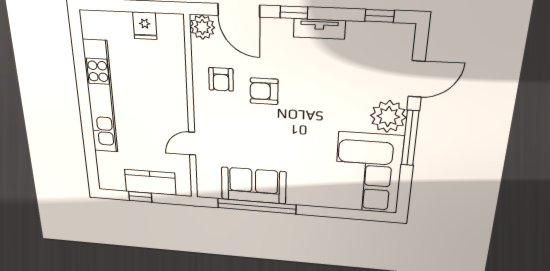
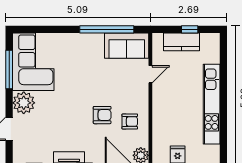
armchair: (221, 79) -> (130, 121), turned 90
window: (410, 138) -> (9, 70), moved
sofa: (254, 186) -> (127, 46), moved

